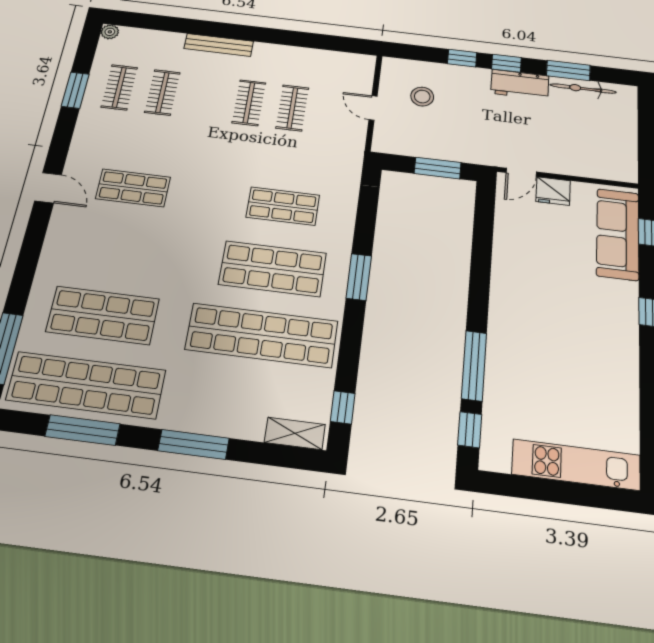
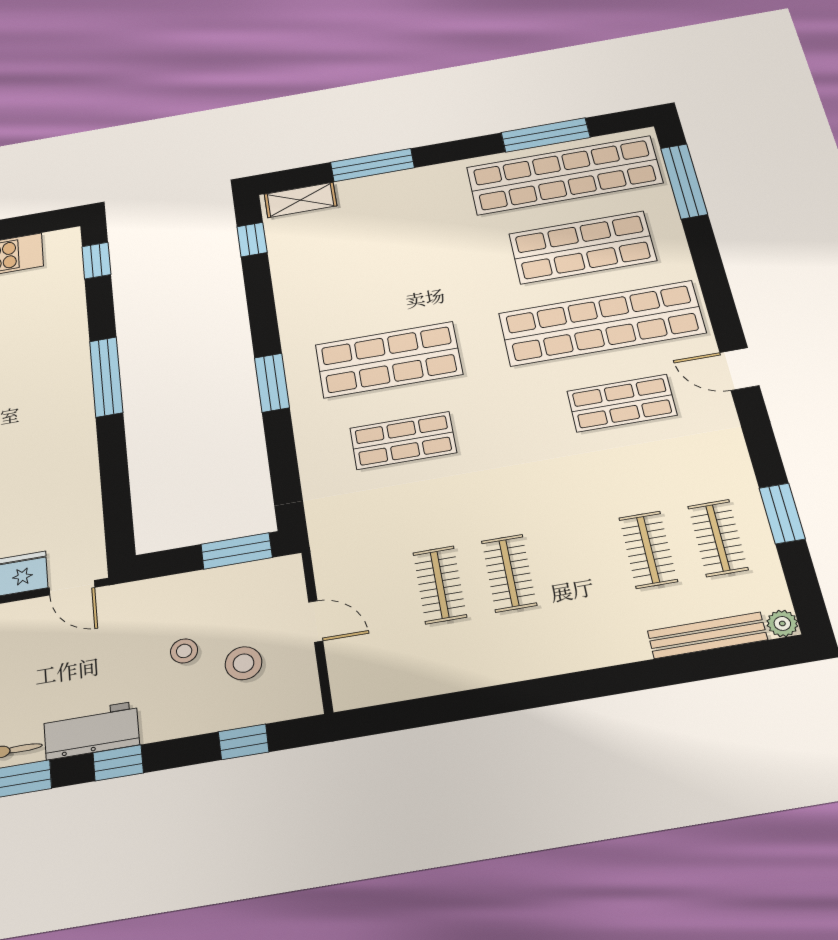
bench: (219, 45) -> (707, 635), moved
window: (462, 58) -> (244, 742), moved
stool: (457, 114) -> (184, 651), added
window: (438, 168) -> (236, 551), moved
door: (521, 172) -> (72, 588), swing flipped
shop shelf: (262, 335) -> (602, 323), moved
window: (474, 366) -> (106, 377), moved
window: (194, 444) -> (372, 165), moved

